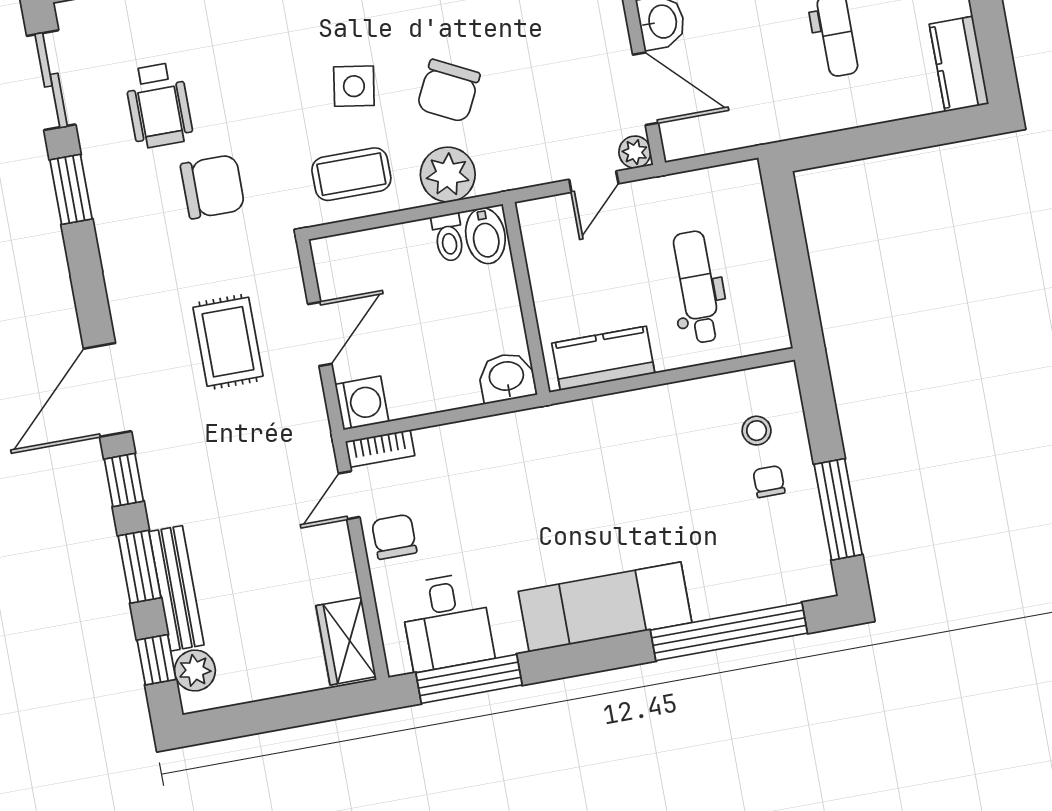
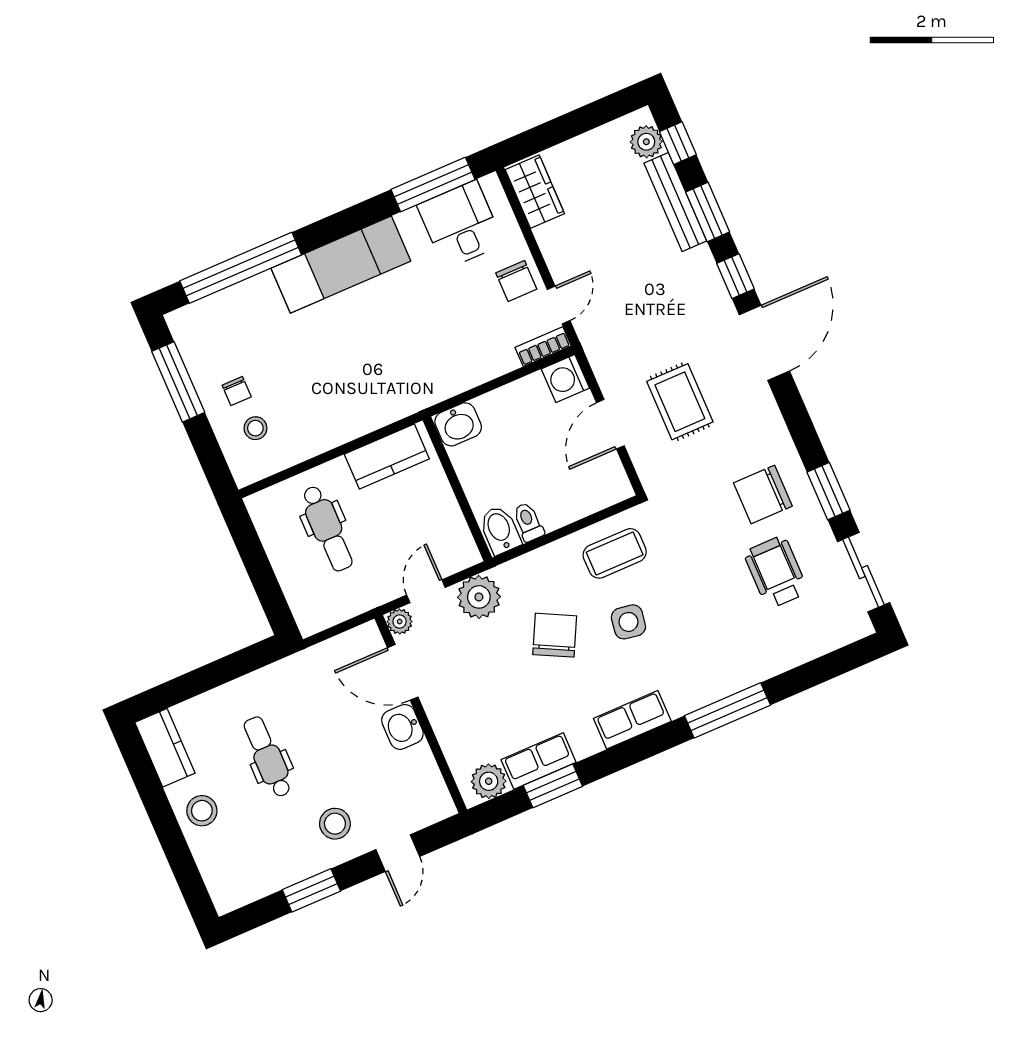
plant: (448, 175) -> (479, 597), moved
chair: (213, 187) -> (763, 495), moved

